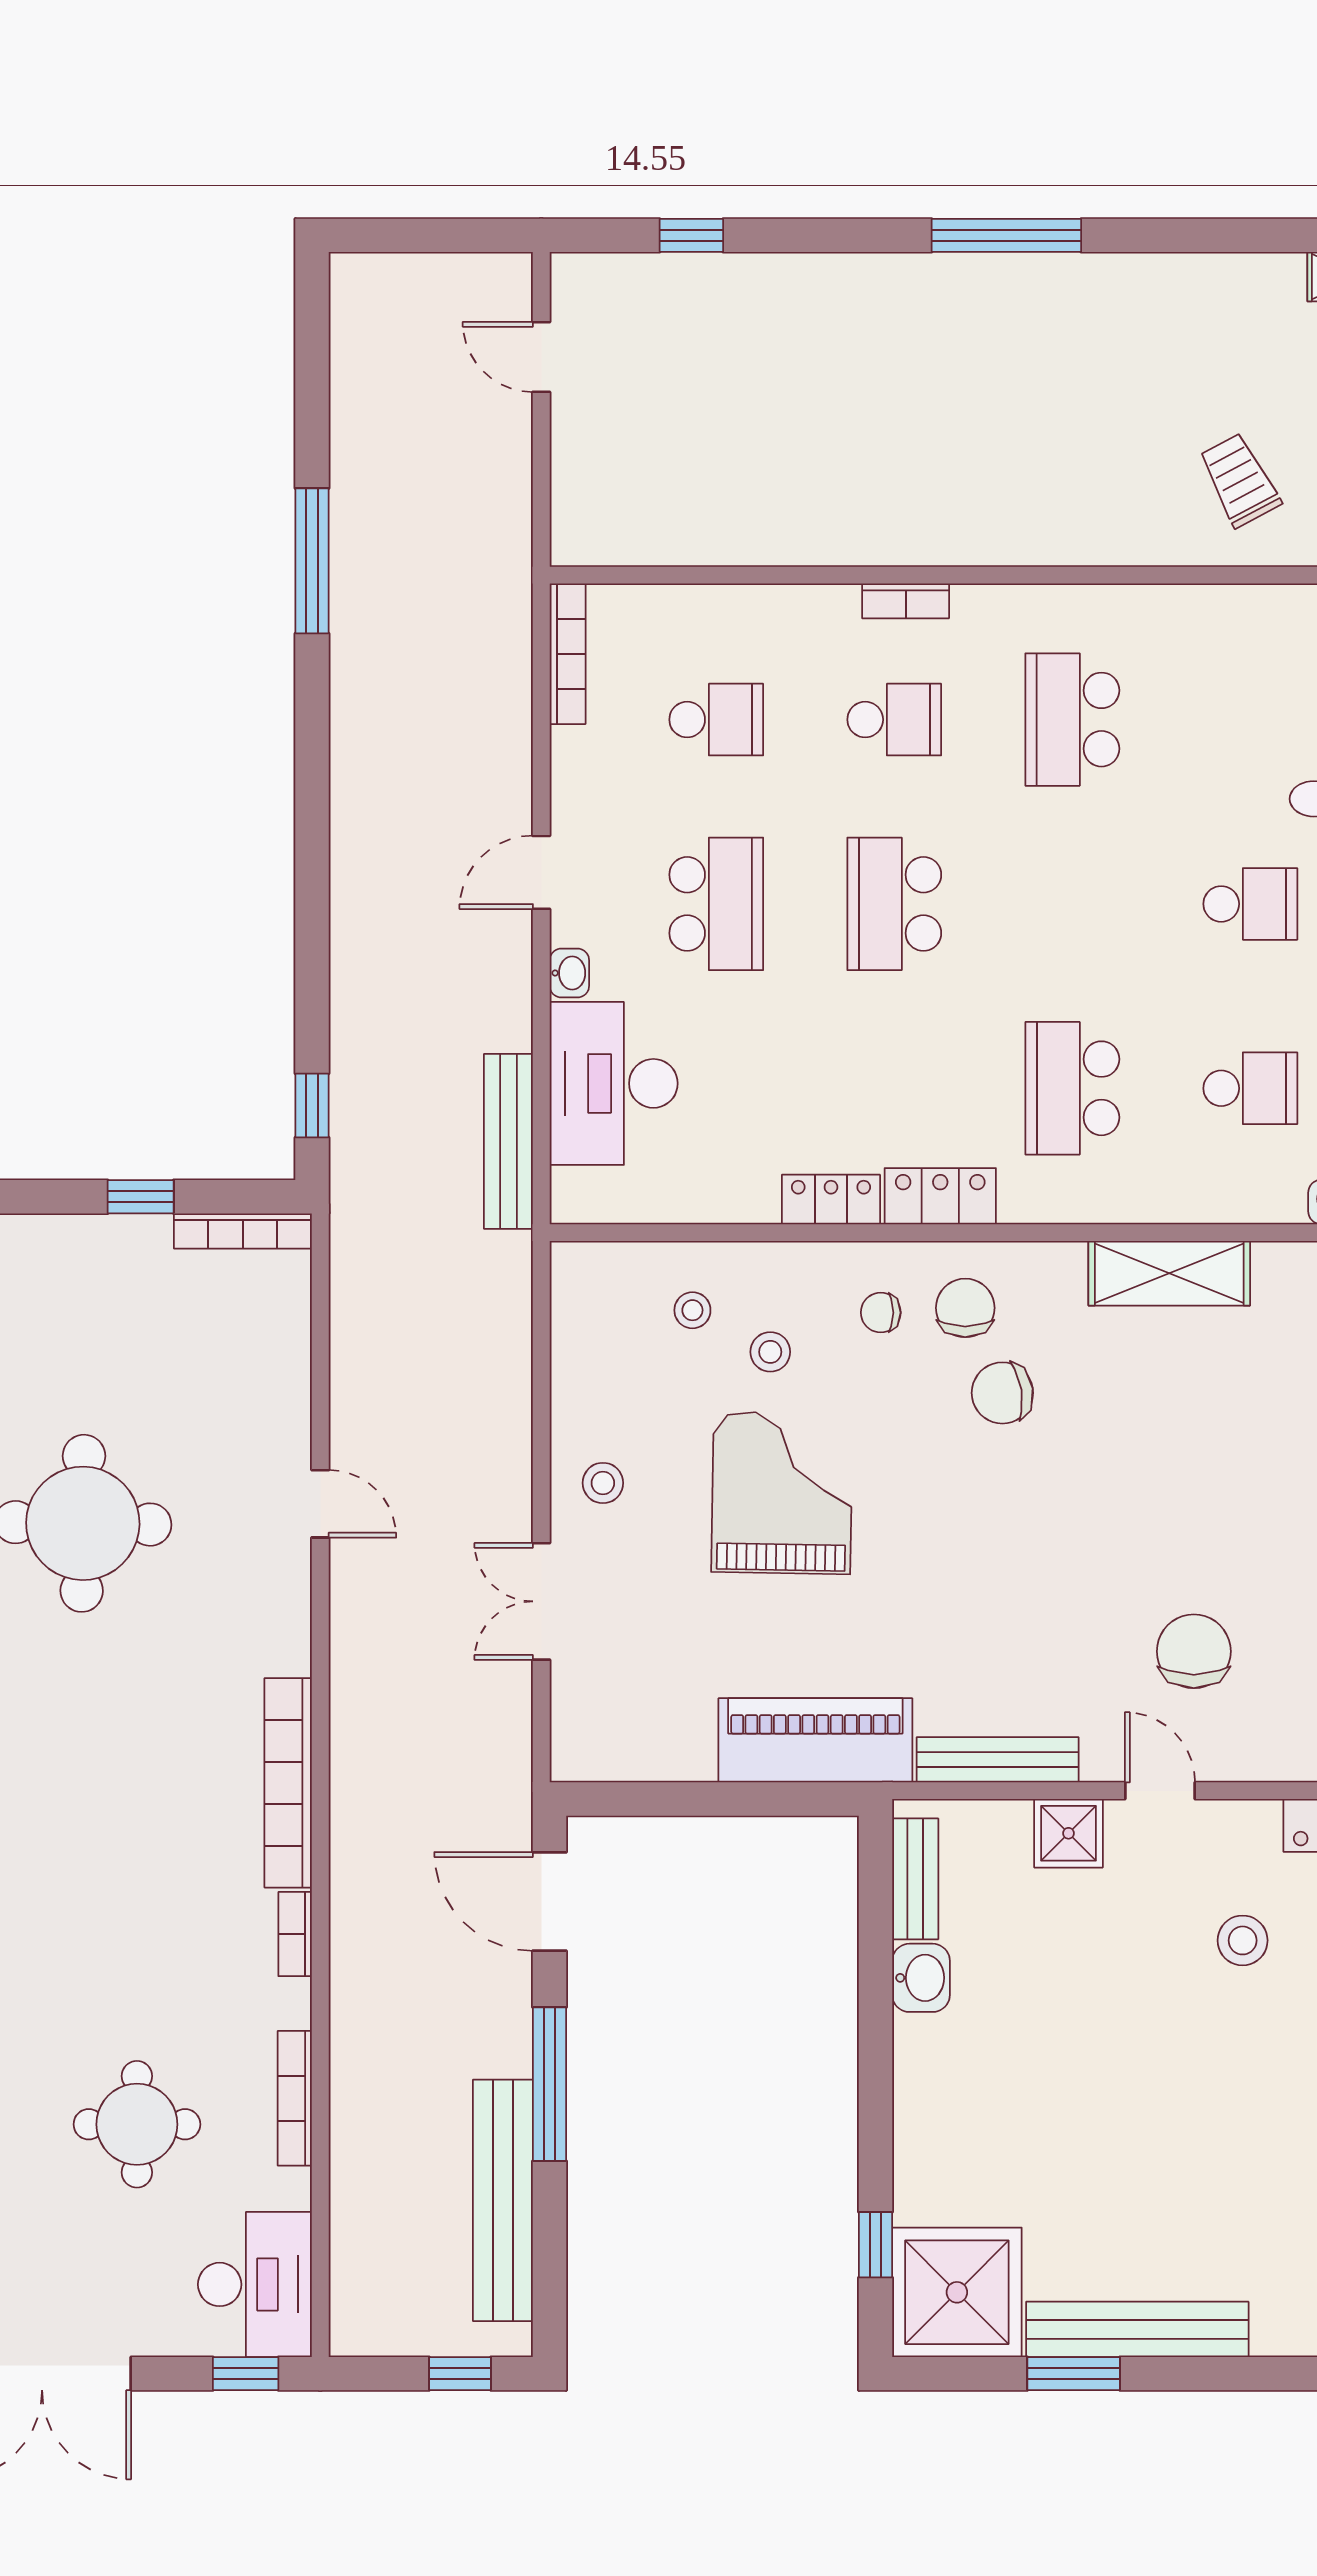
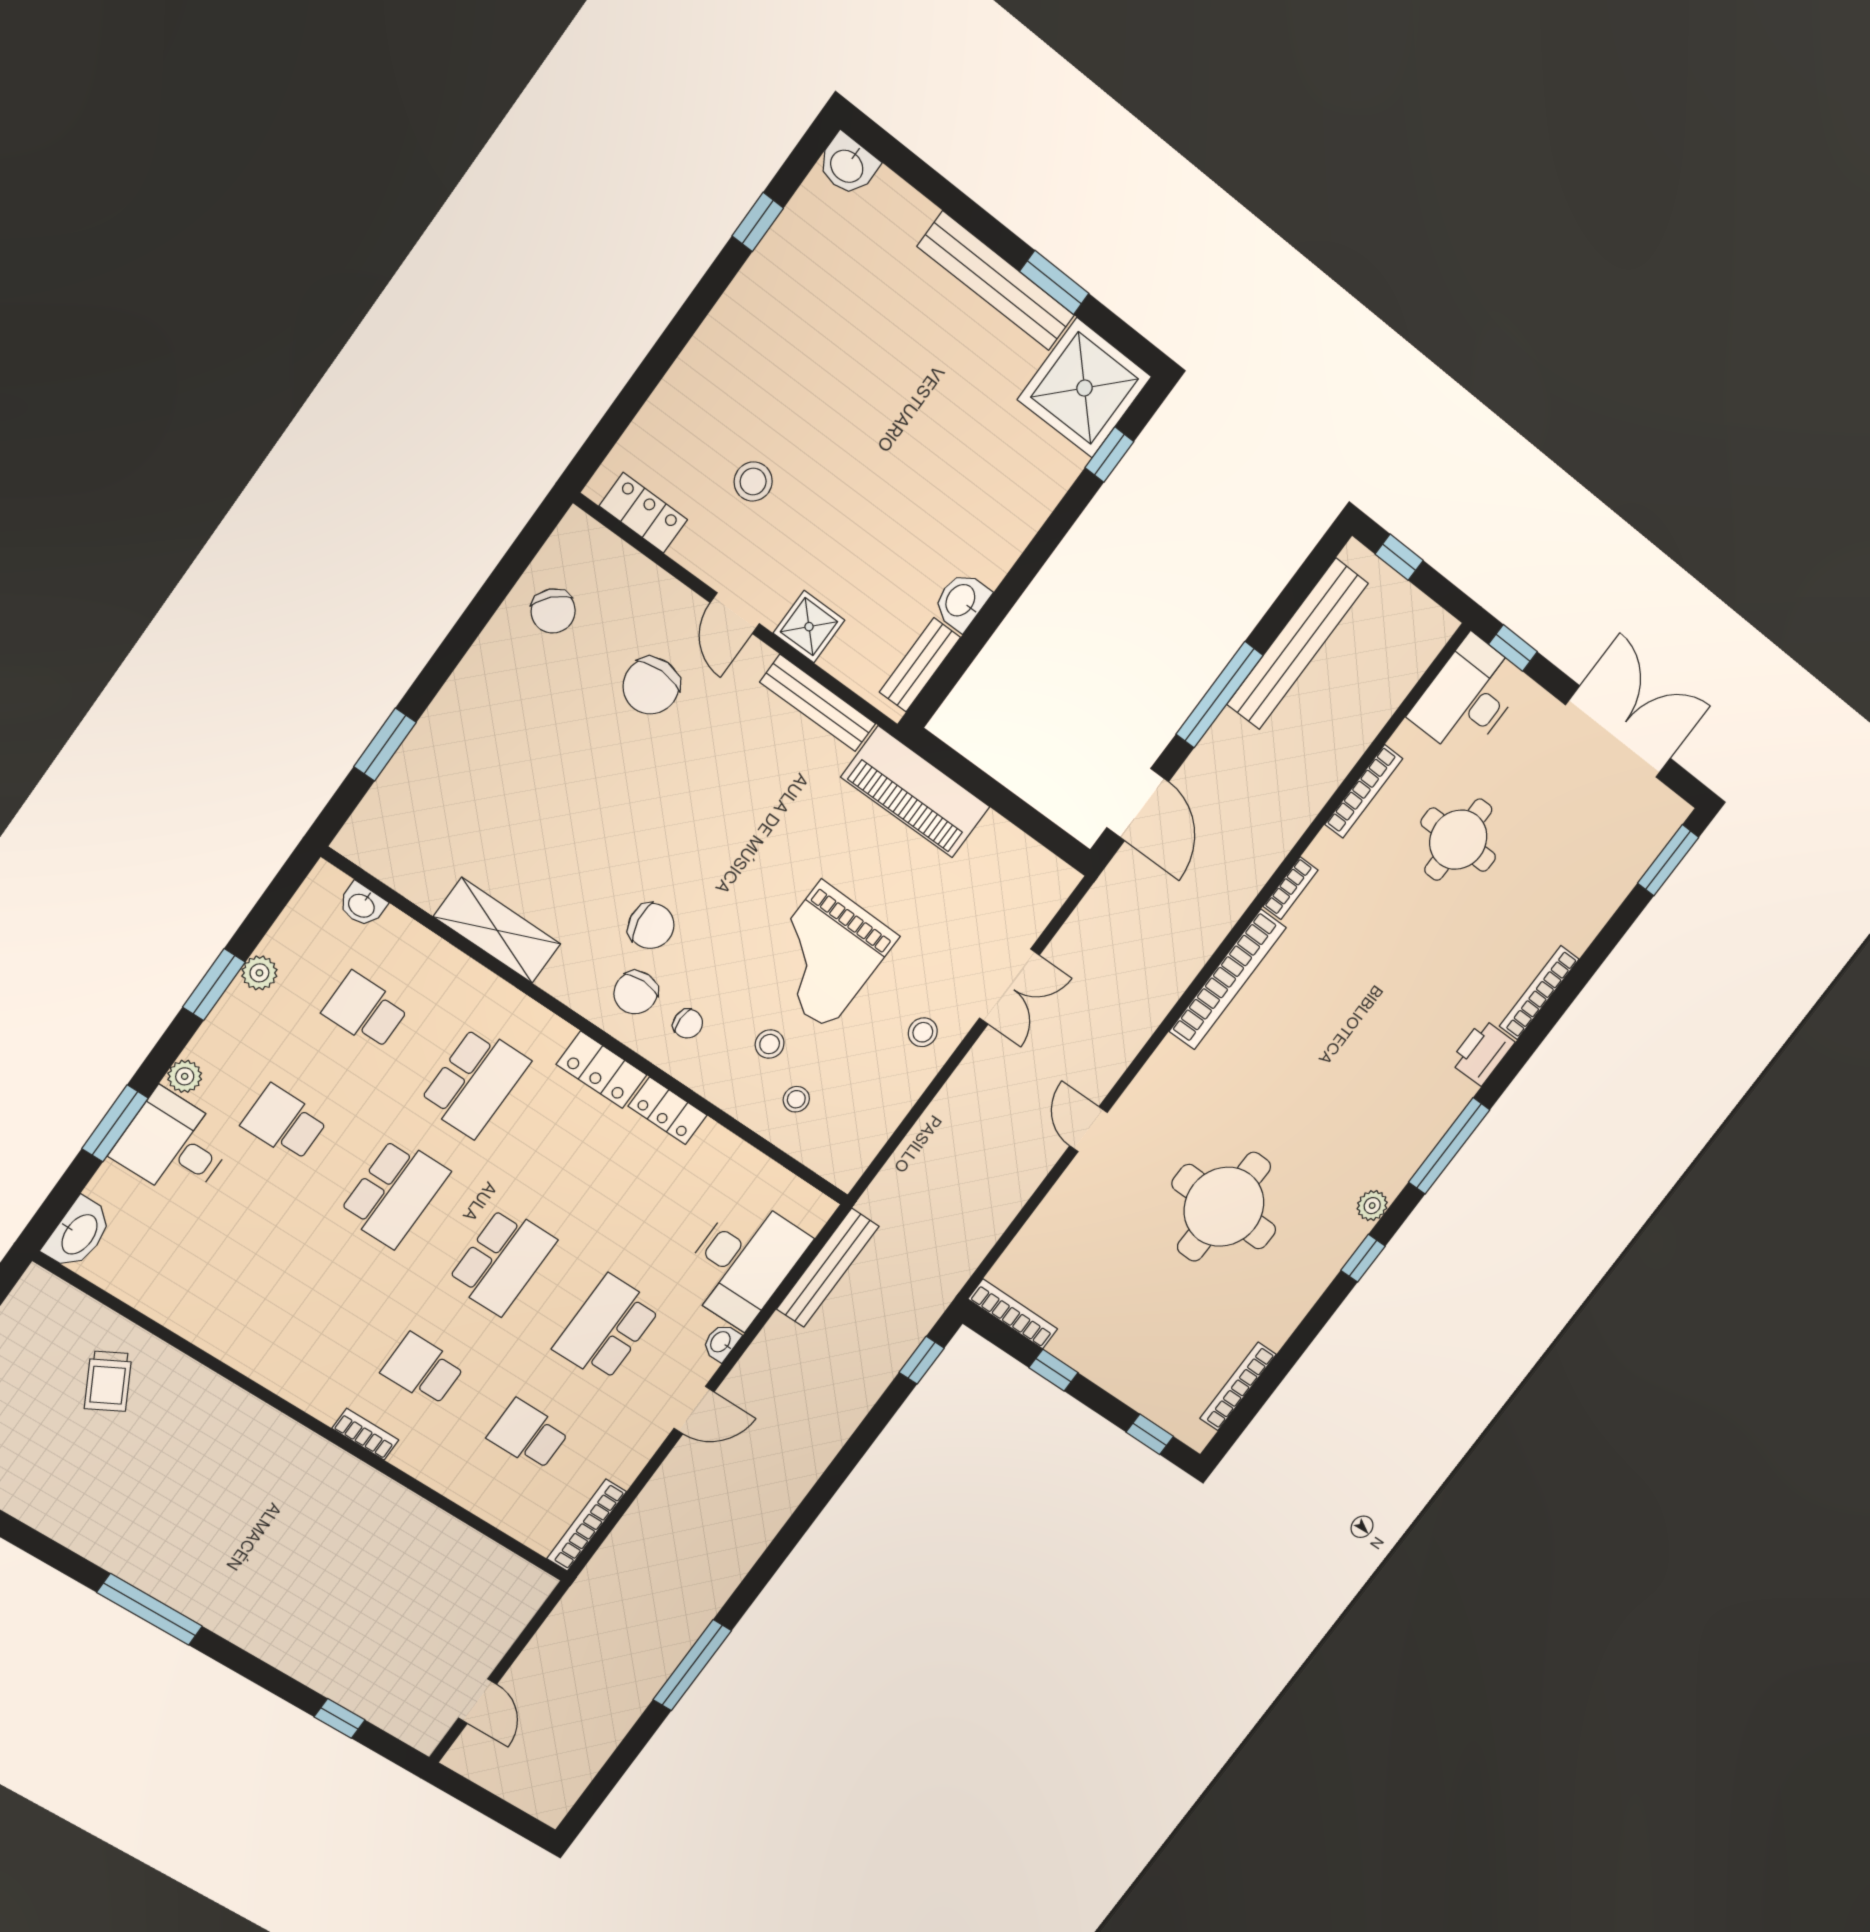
school desk: (1072, 720) -> (394, 1193), moved

